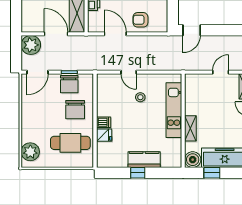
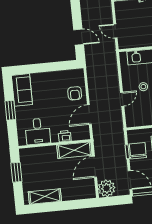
door: (192, 30) -> (79, 37), moved
door: (221, 72) -> (115, 31), moved
chair: (69, 84) -> (138, 151), turned -90

